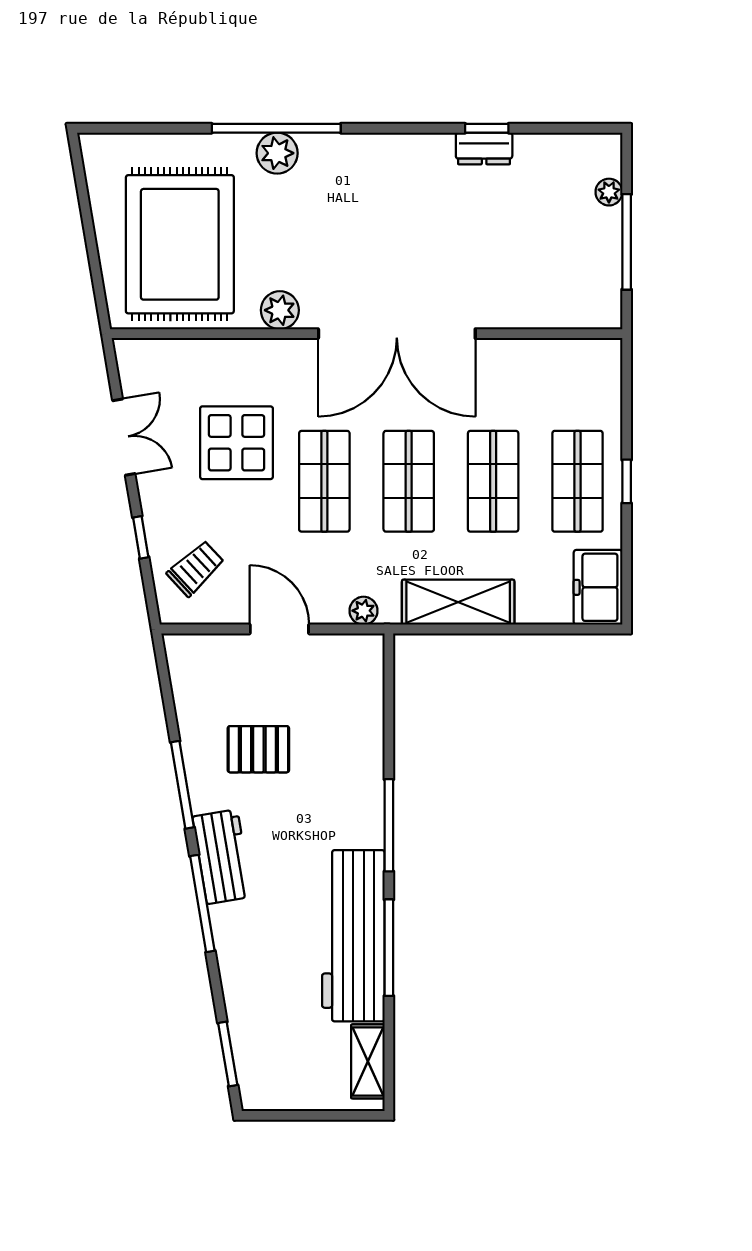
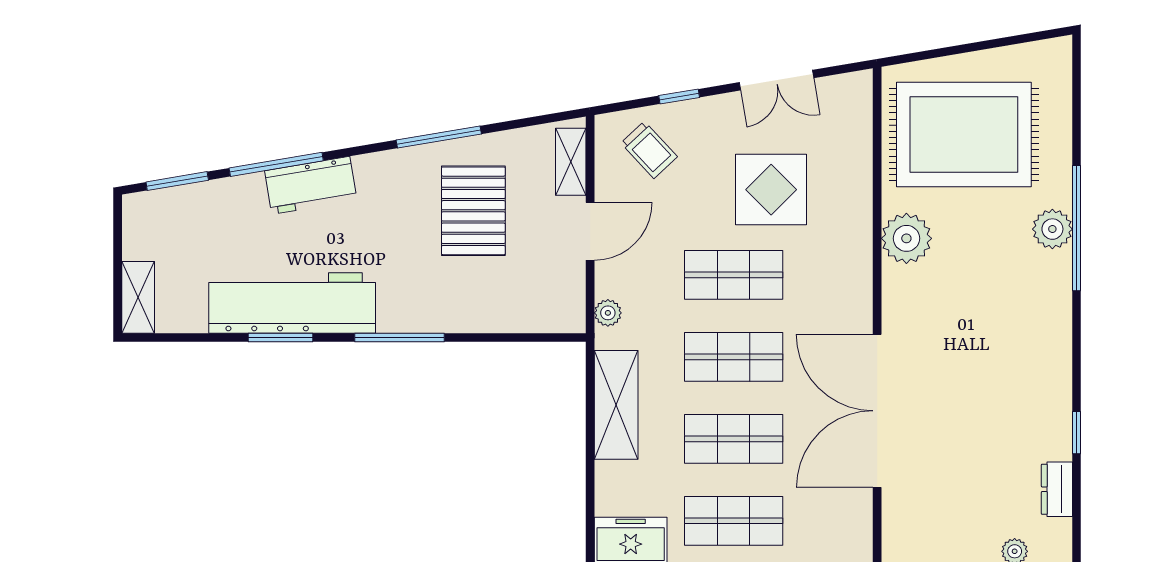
dresser: (484, 148) -> (1057, 489), moved
plant: (280, 310) -> (906, 238), width x1.36, depth x1.36
double door: (397, 334) -> (877, 411), moved
shelving: (208, 649) -> (571, 162), added
pallet: (258, 749) -> (473, 211), width x1.50, depth x1.42
workbench: (222, 857) -> (311, 185), moved
window: (202, 903) -> (276, 164), moved
window: (389, 948) -> (281, 338), width x0.69
shelving: (368, 1061) -> (138, 297), moved, turned 90

